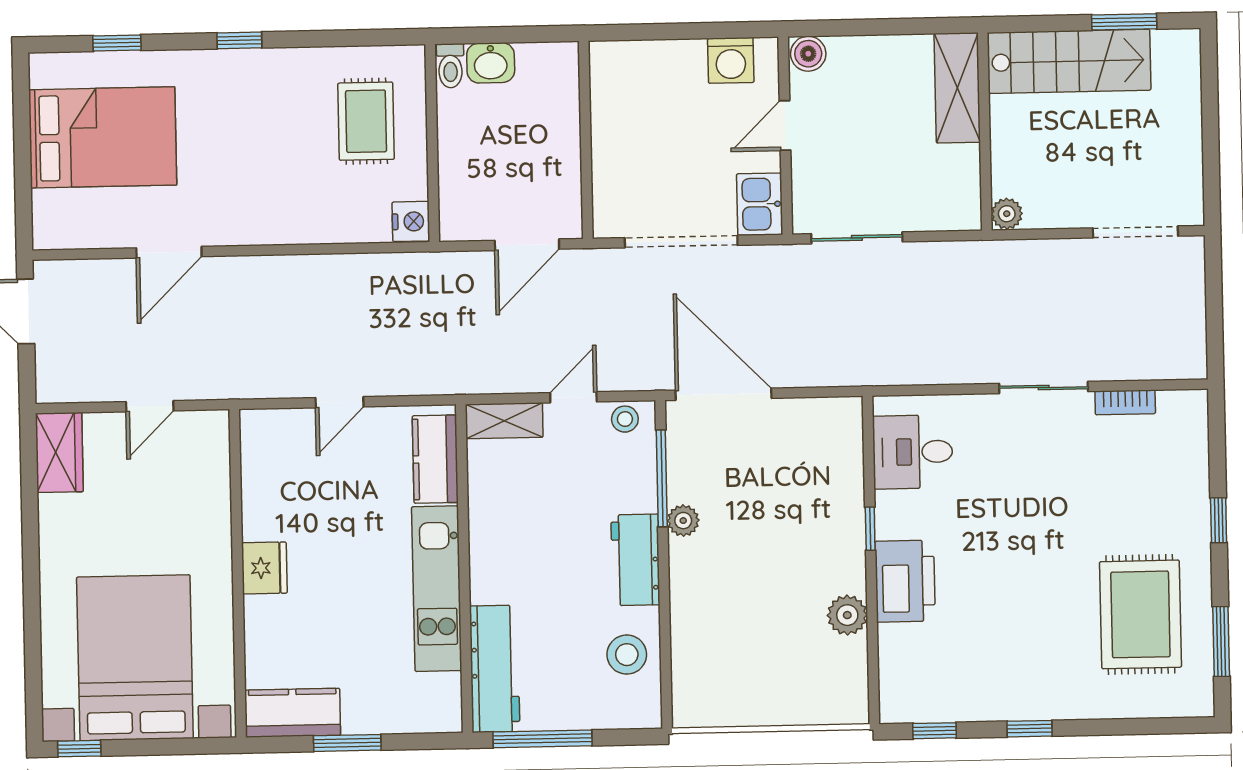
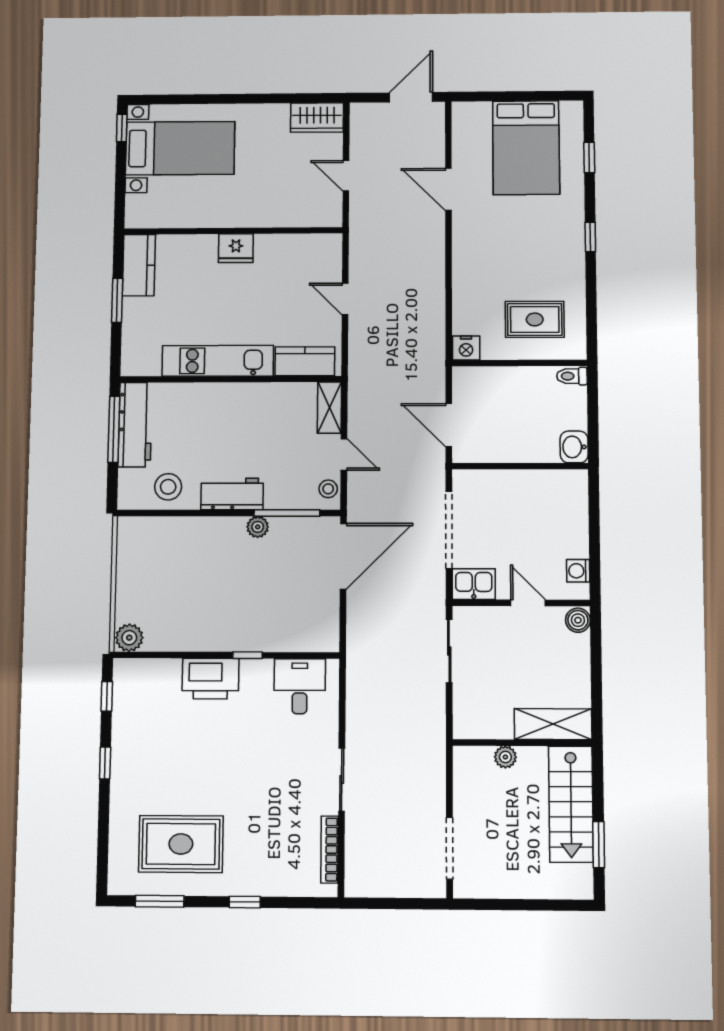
washing machine: (731, 60) -> (578, 571), width x0.73, depth x0.73
washbasin: (491, 63) -> (574, 447), moved
plant: (1007, 214) -> (505, 757), moved
bookcase: (1125, 402) -> (330, 850), width x1.56
plant: (847, 615) -> (129, 638), moved
bed with nightstands: (135, 658) -> (180, 148), width x0.73
workbench: (495, 669) -> (135, 425), moved, turned -90

